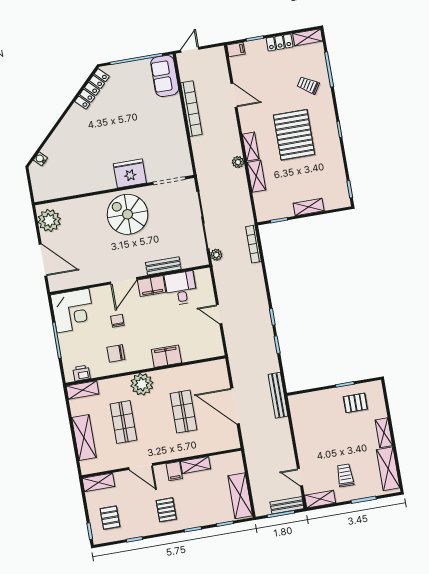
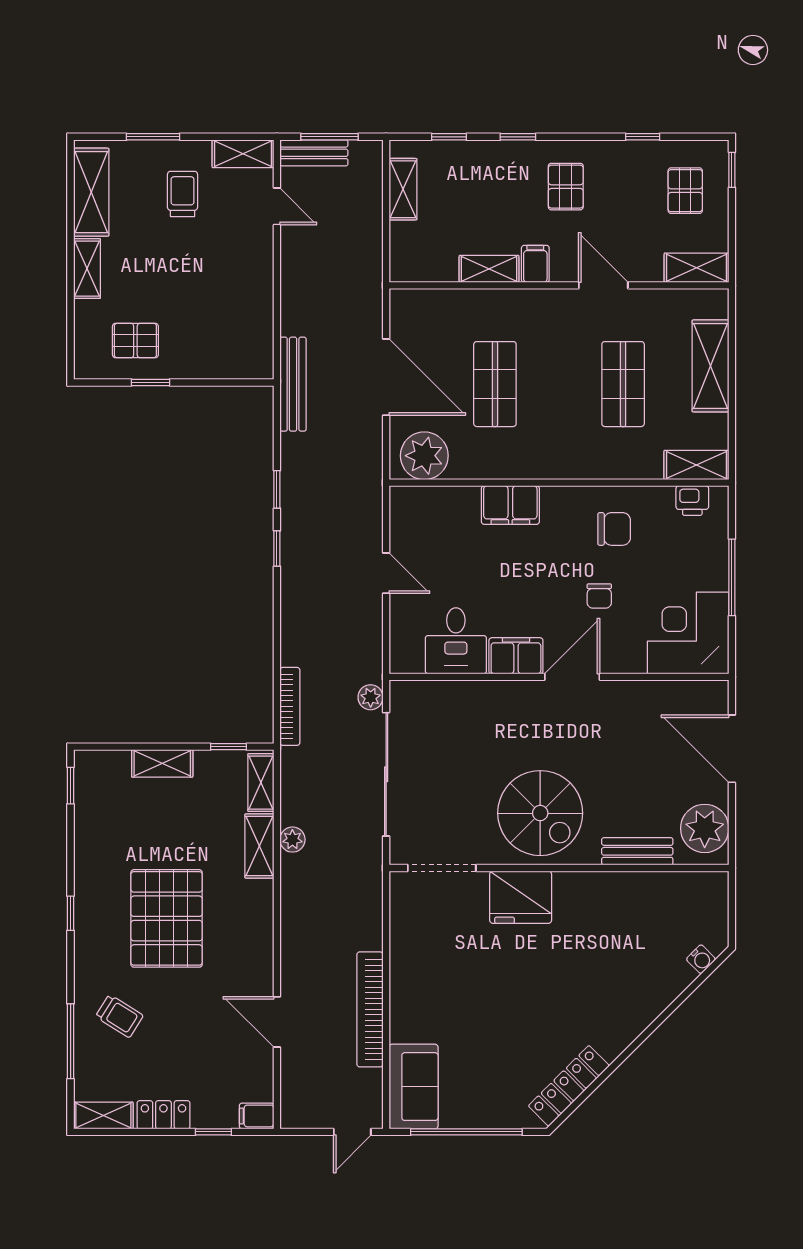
shelving: (251, 147) -> (261, 783), moved
plant: (238, 162) -> (292, 840), moved
bench: (163, 266) -> (637, 851), moved
plant: (142, 384) -> (424, 456), moved
trolley: (345, 475) -> (182, 194), turned 180
shelving: (240, 496) -> (403, 189), width x0.67, depth x0.75

